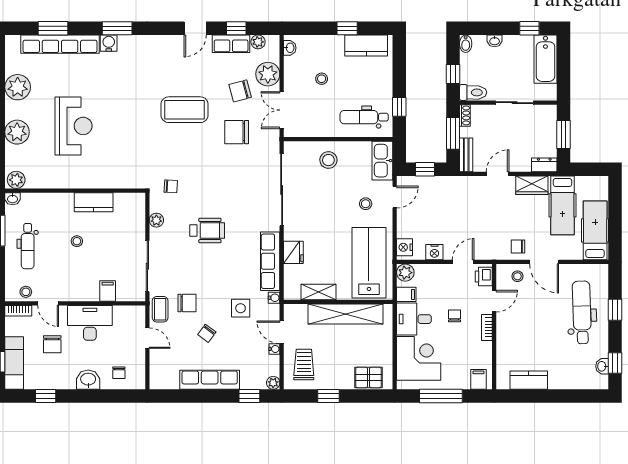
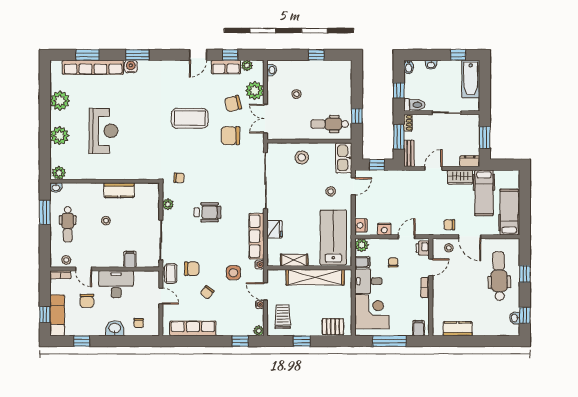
kitchen counter: (366, 46) -> (331, 68), removed
chair: (455, 316) -> (393, 262), moved
row of seats: (210, 380) -> (193, 328), moved

